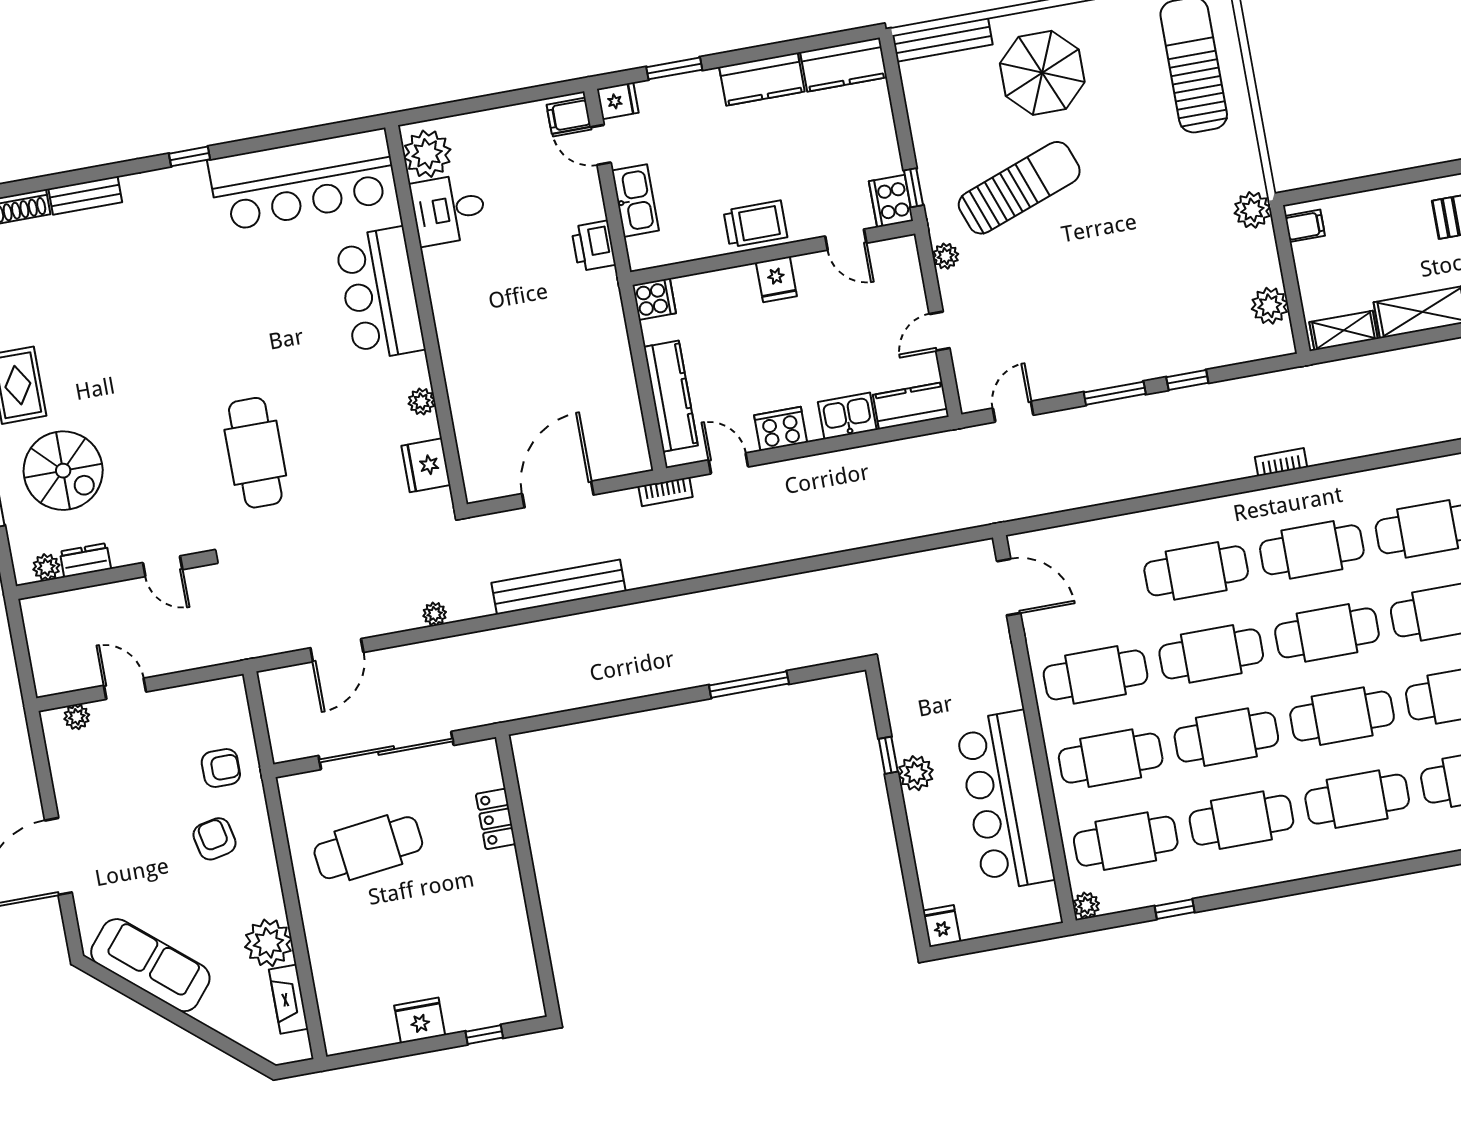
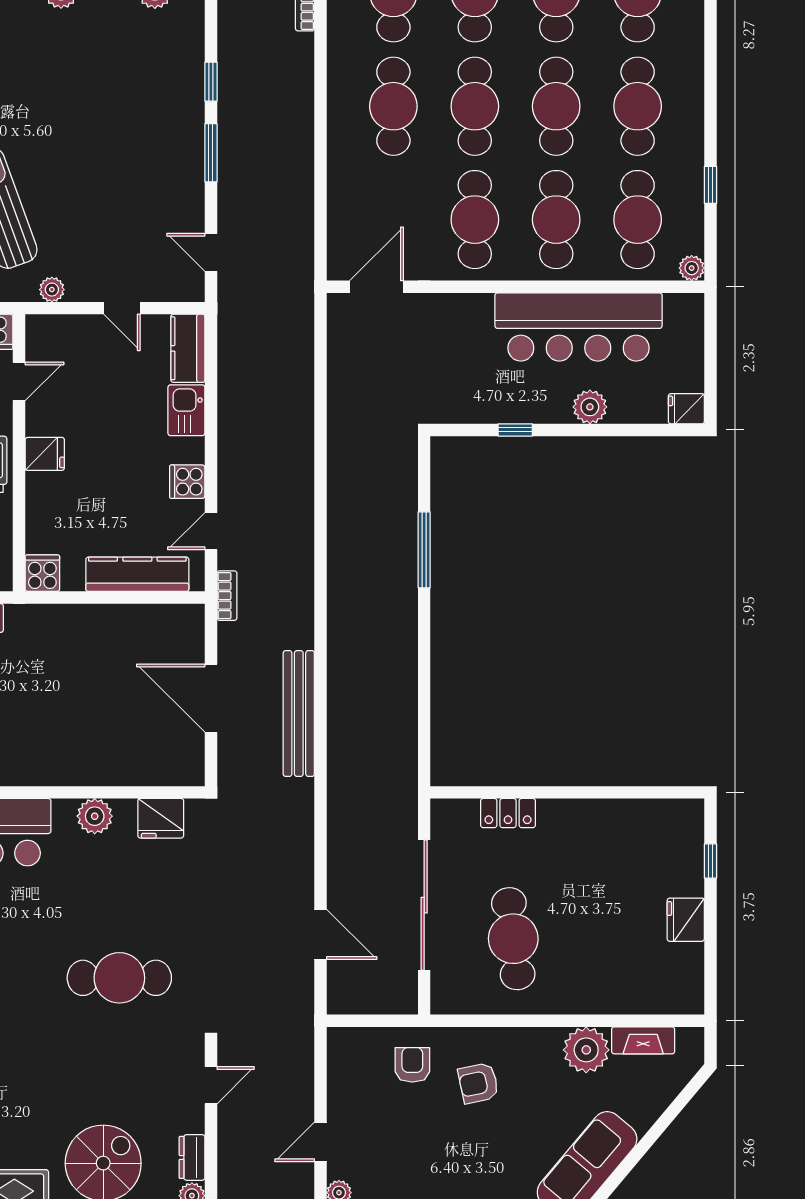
plant: (422, 402) -> (95, 816), width x1.38, depth x1.38
cooker: (781, 429) -> (187, 482), width x0.73
plant: (435, 614) -> (303, 836), removed
plant: (916, 773) -> (590, 407), moved

